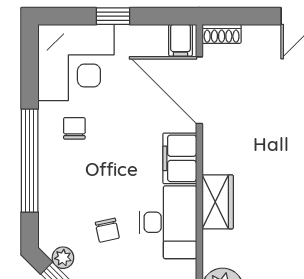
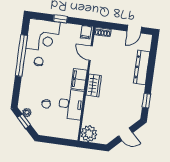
door: (199, 90) -> (91, 53), width x0.53
window: (30, 161) -> (21, 56), moved
wardrobe: (218, 202) -> (94, 85), moved

